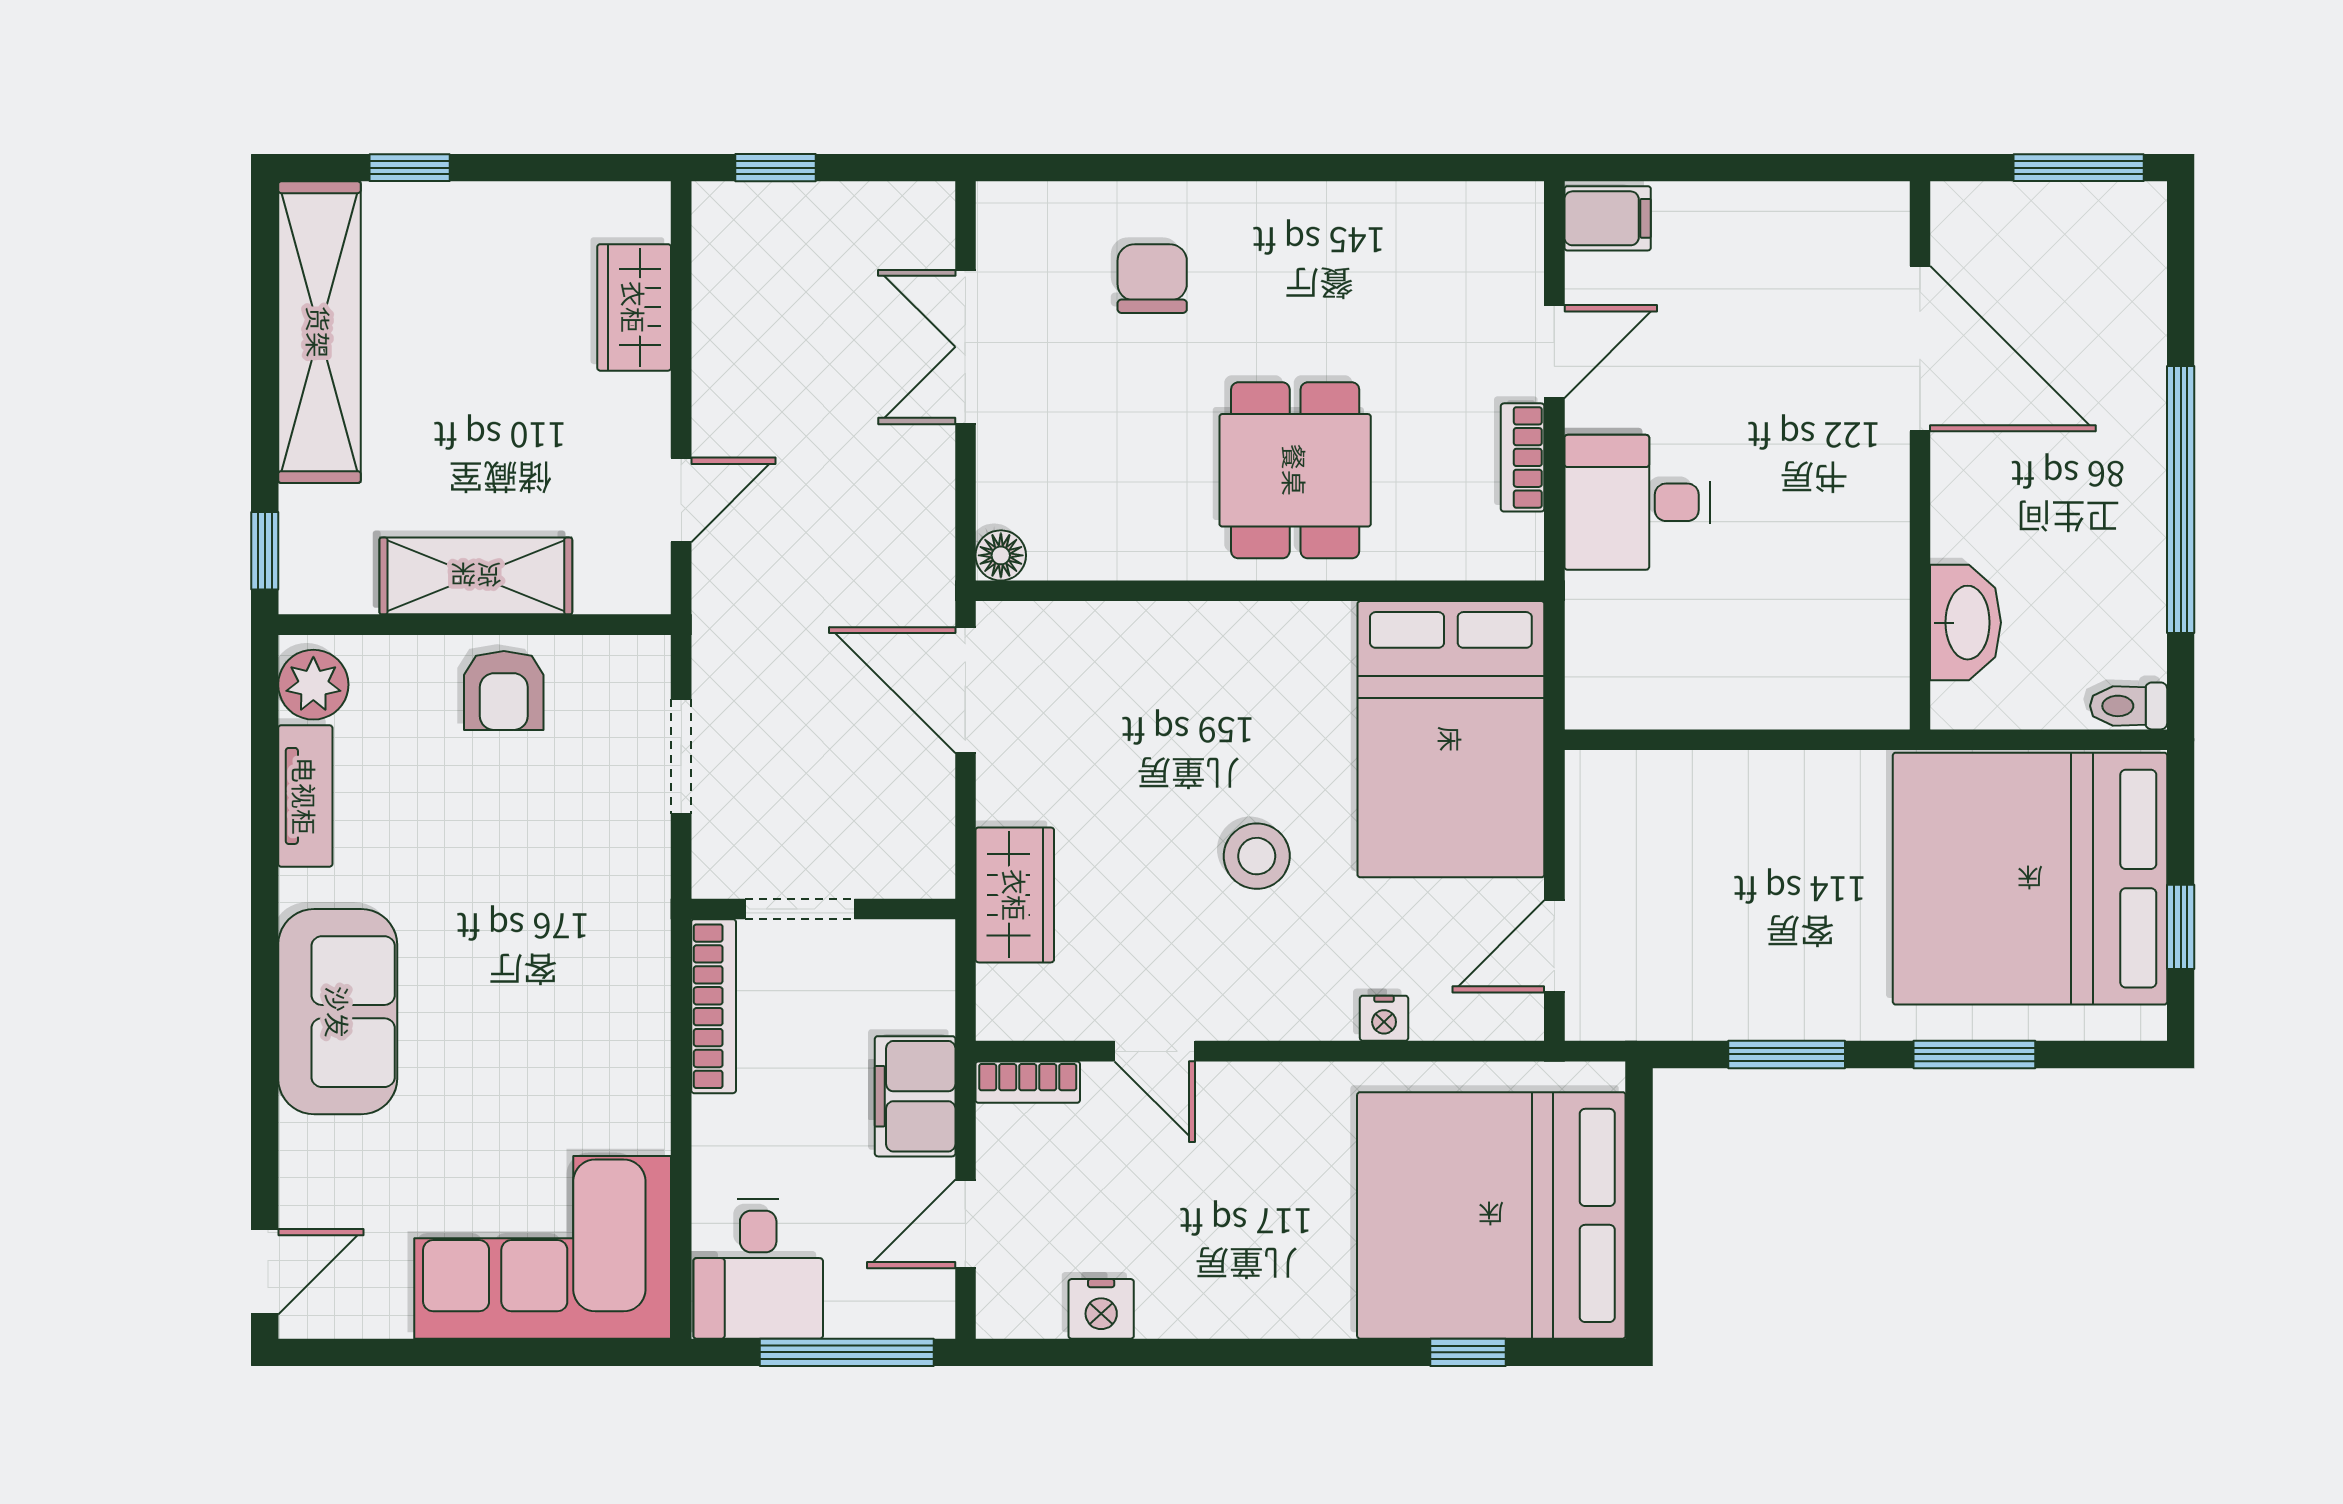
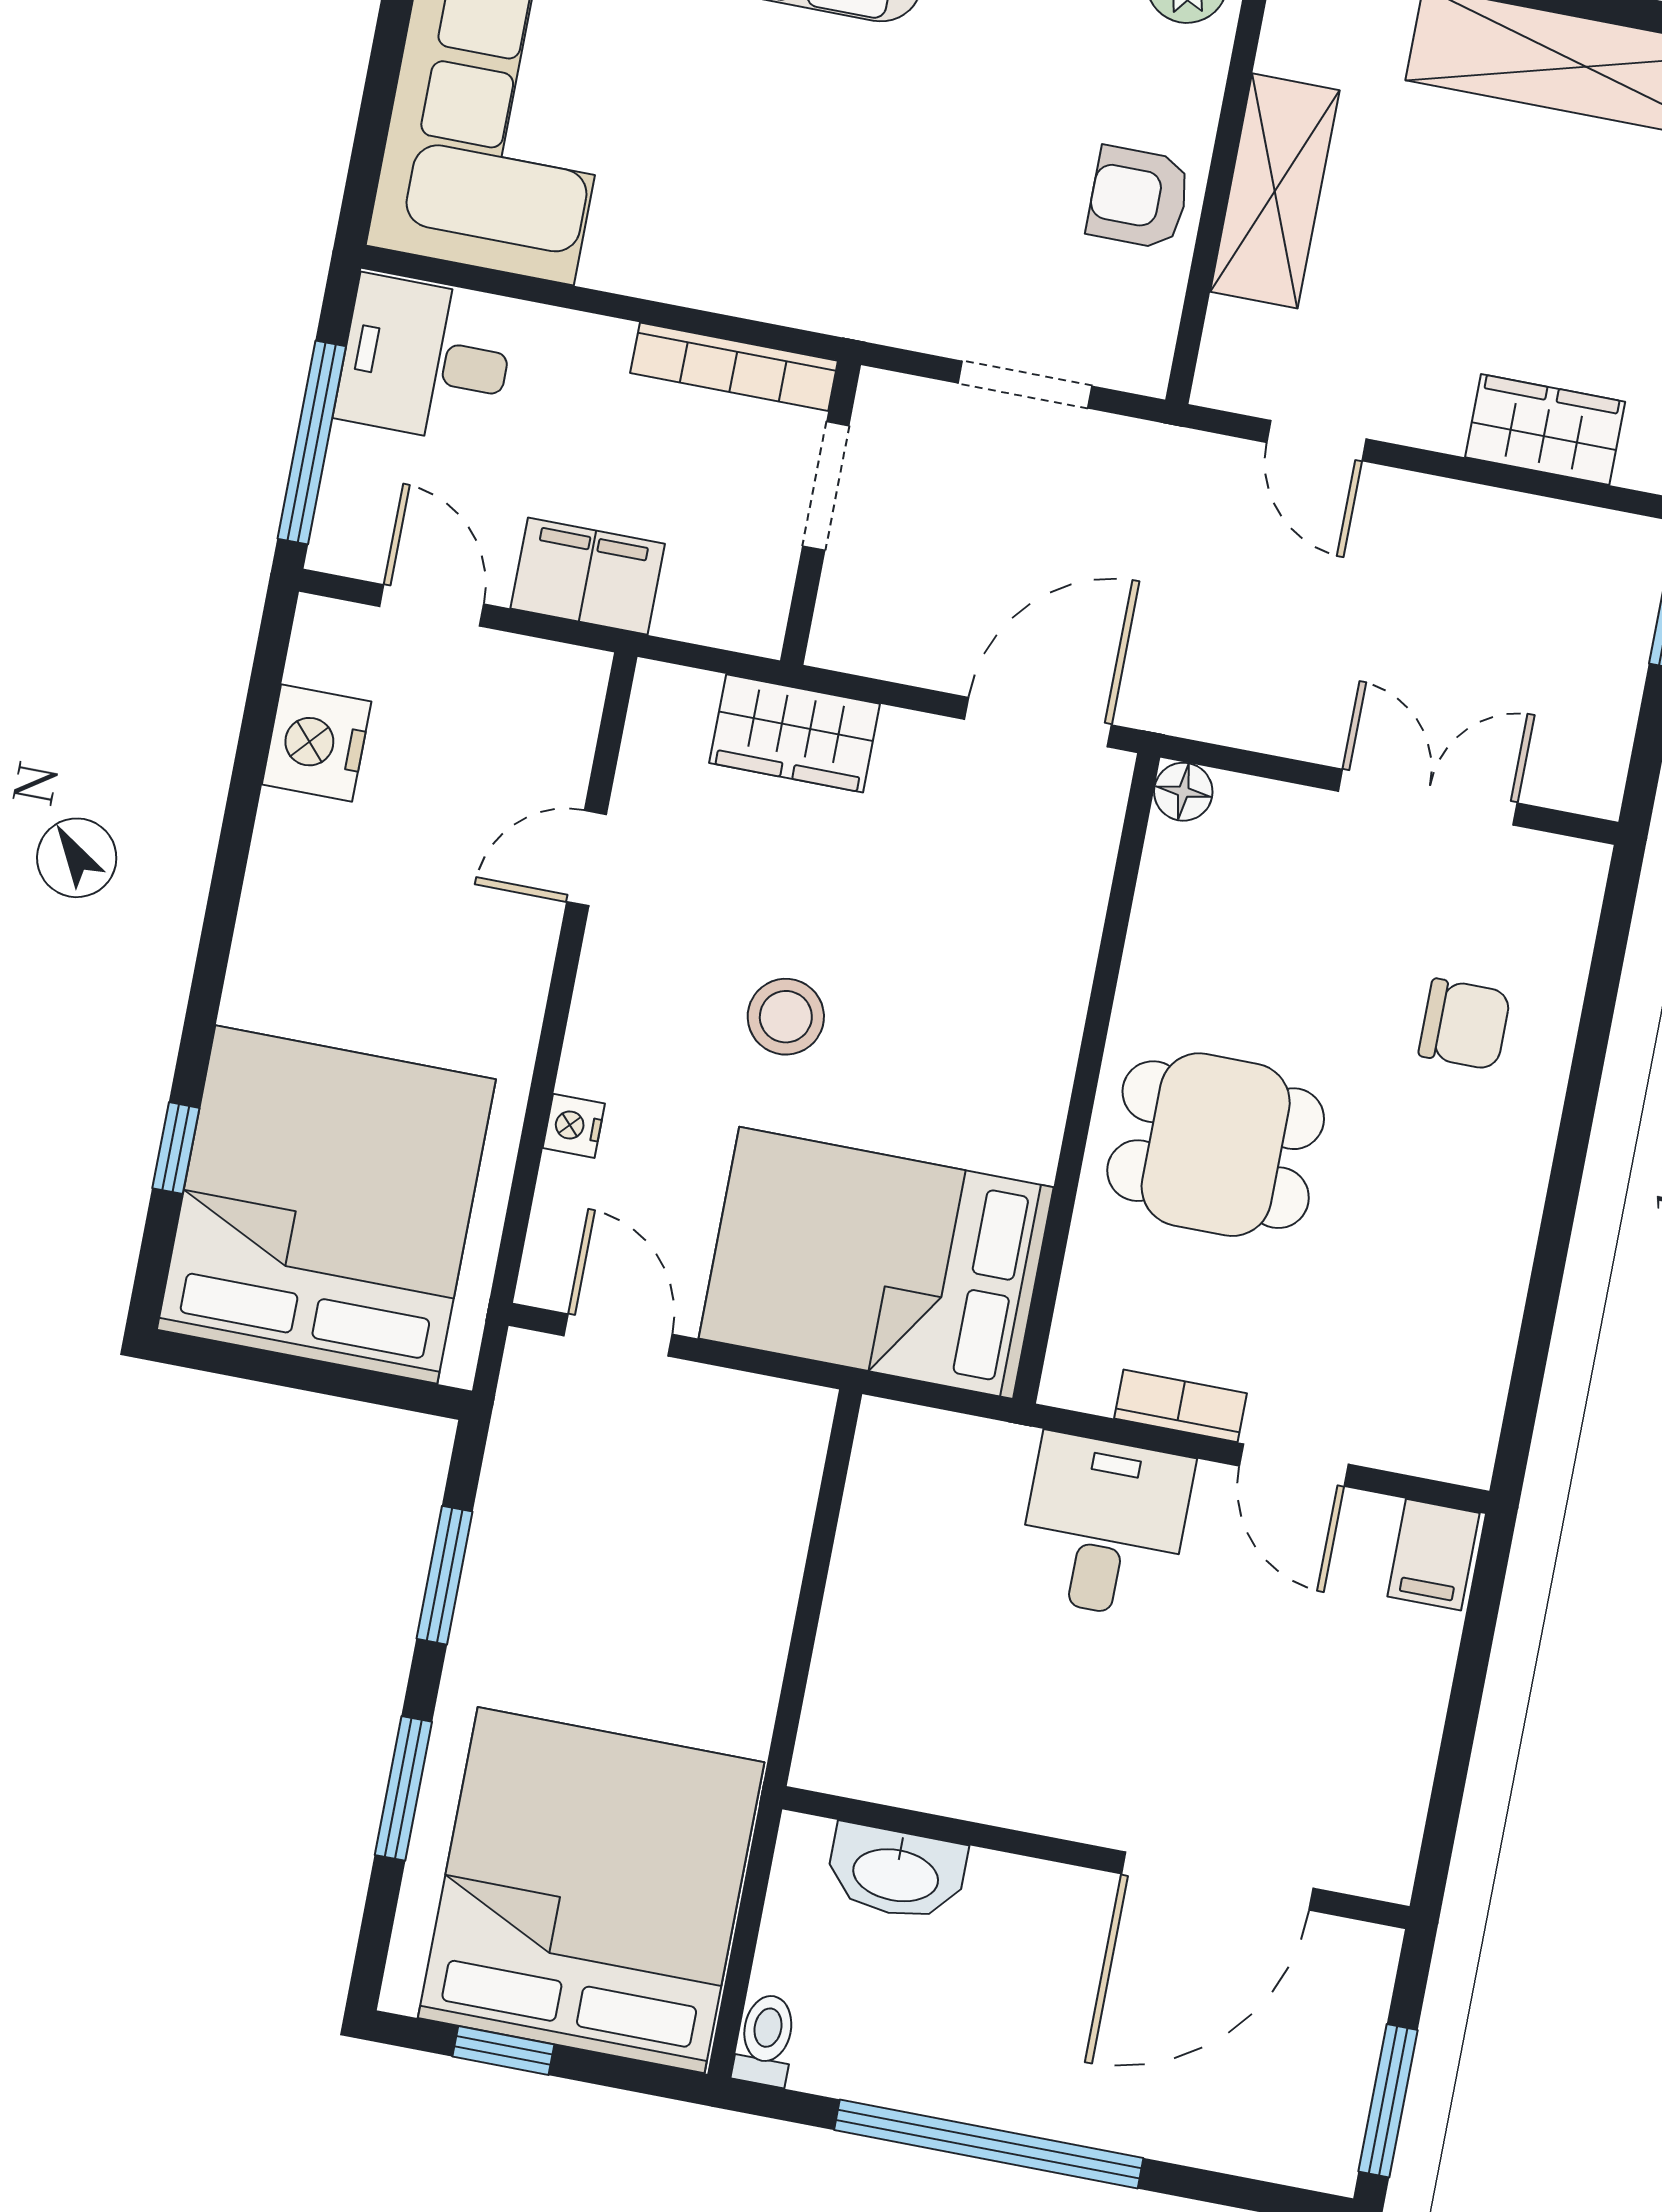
bookcase: (1028, 1082) -> (579, 707), removed
nightstand: (1101, 1309) -> (317, 743), width x1.36, depth x1.33

